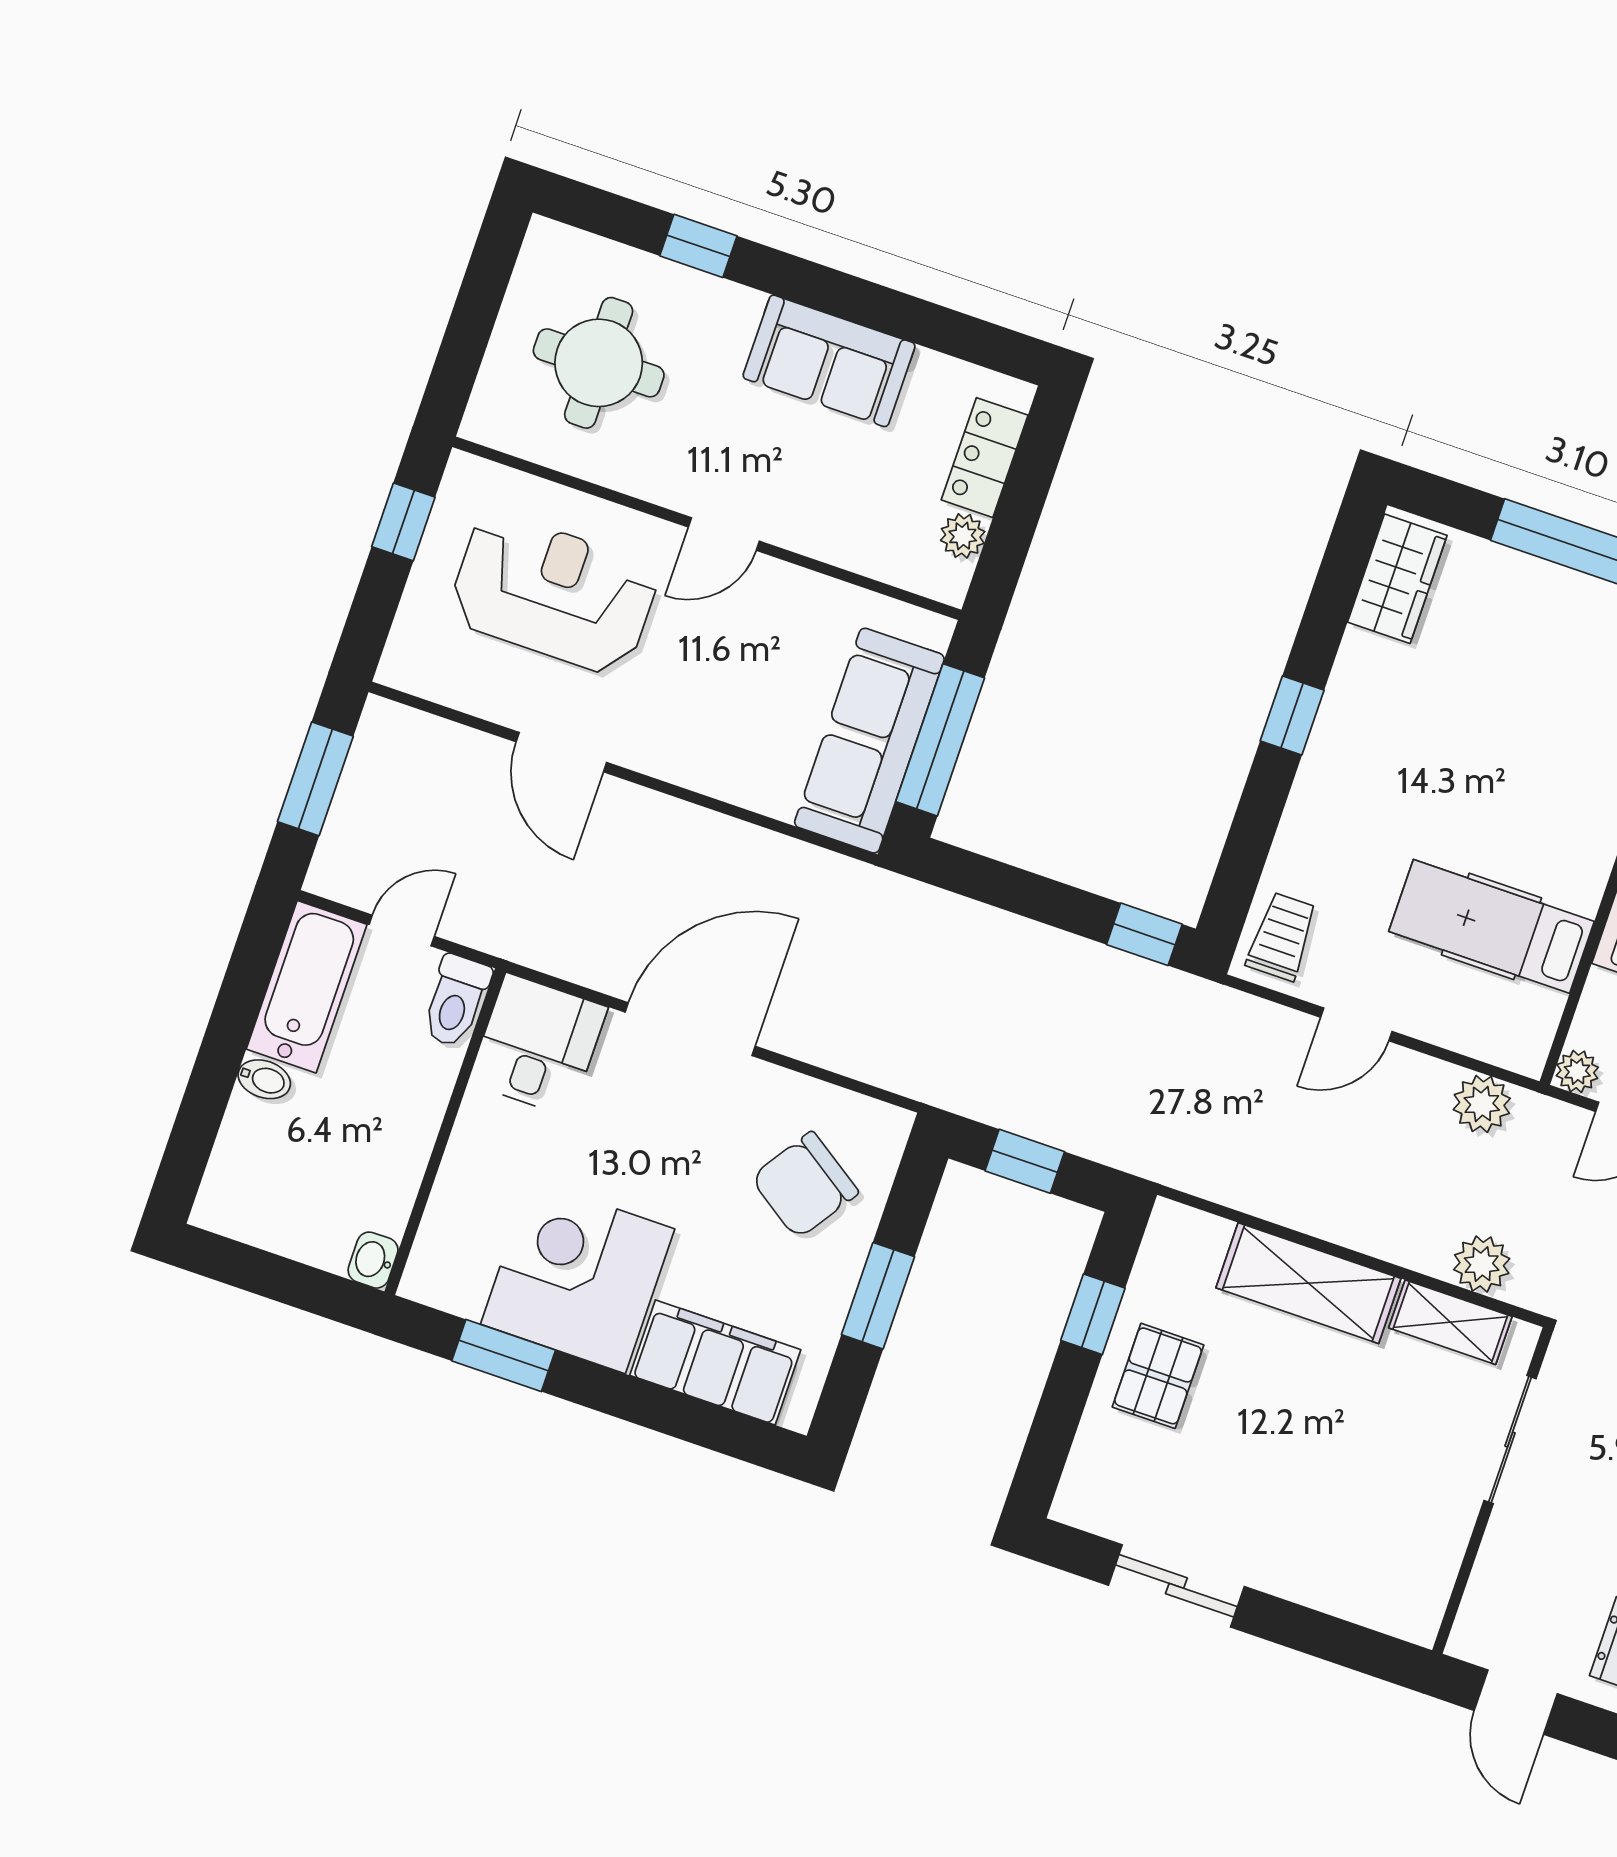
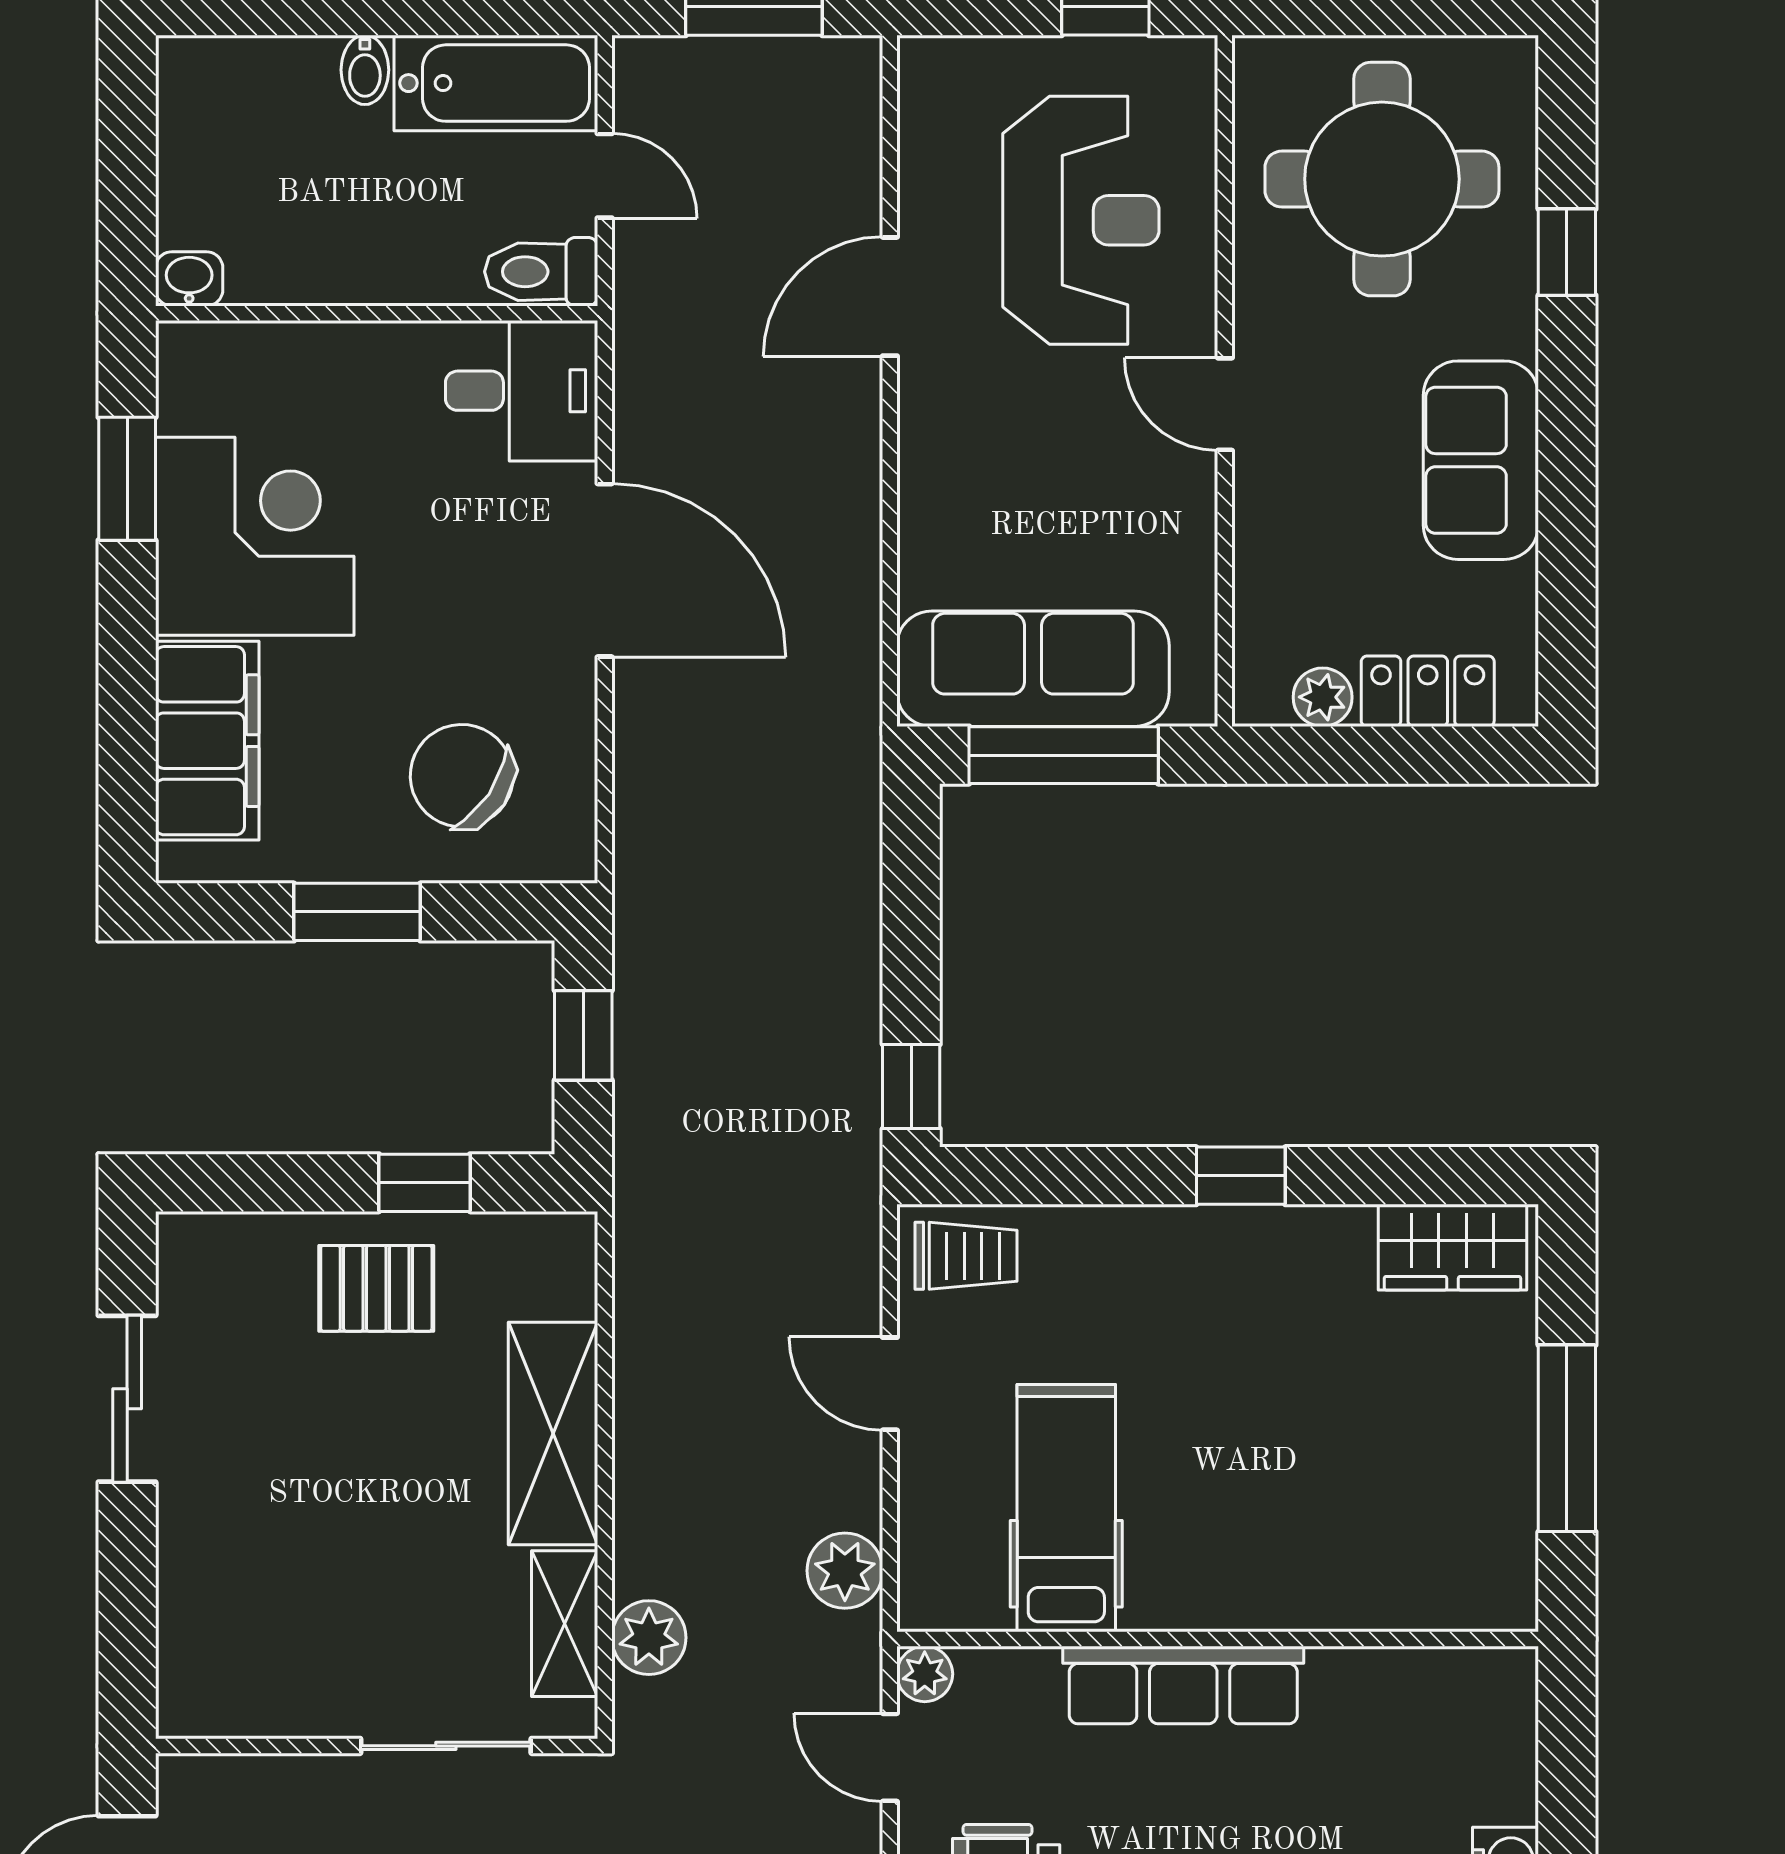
round table: (599, 363) -> (1382, 179), width x1.36, depth x1.36

